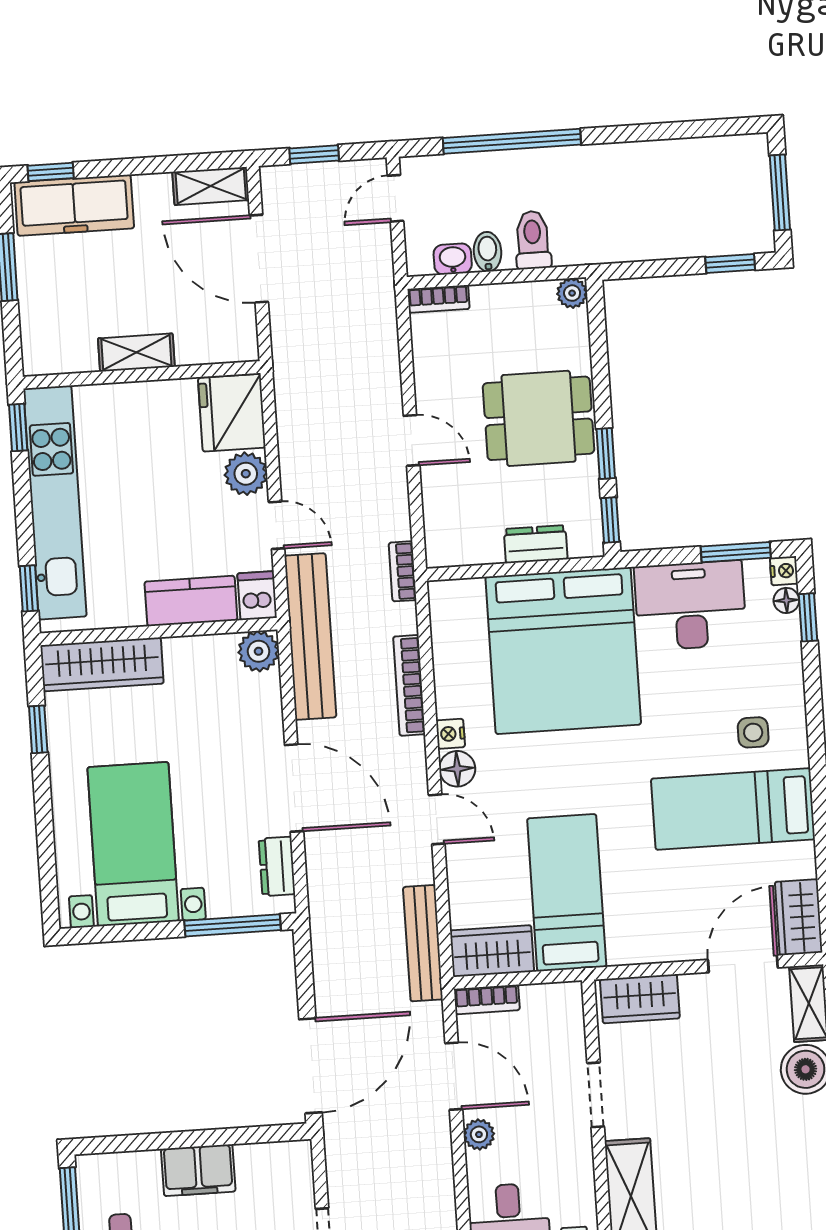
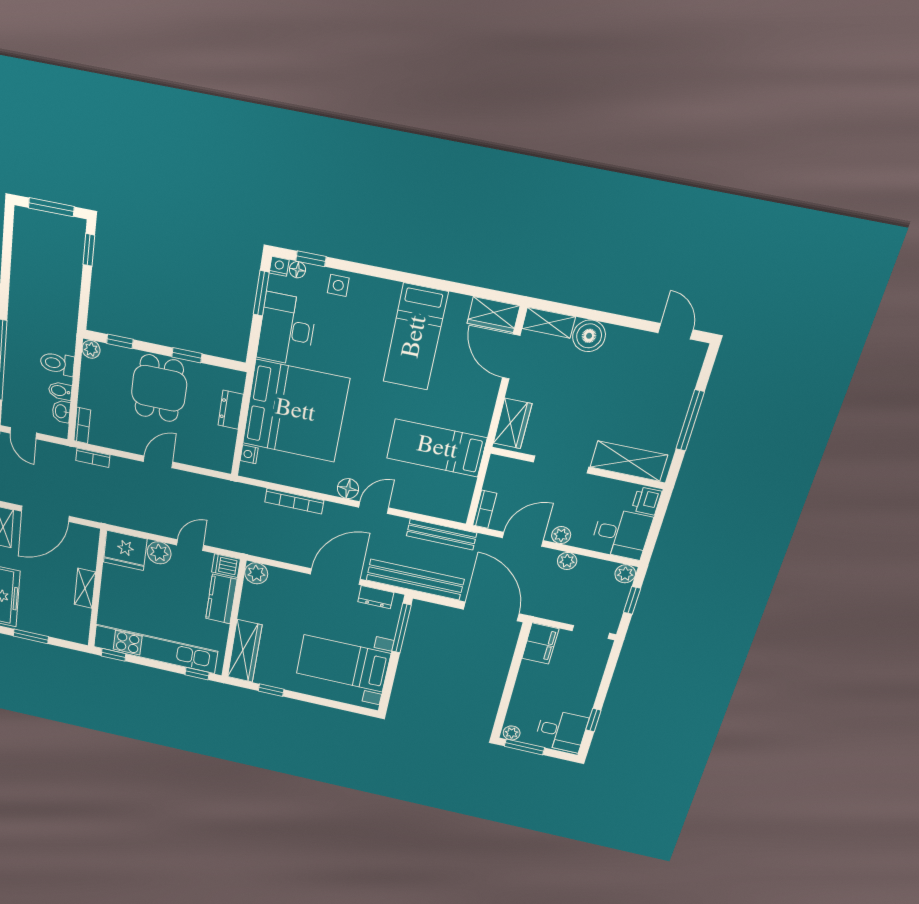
window: (610, 520) -> (120, 341), moved
bookcase: (403, 571) -> (93, 458), moved
bench: (310, 636) -> (415, 580), moved
side table: (753, 732) -> (338, 285), moved
nightstand: (450, 734) -> (249, 454), moved, turned 90
wardrobe: (492, 951) -> (458, 499), removed
doorway: (596, 1095) -> (561, 465), width x1.38
plant: (438, 1159) -> (567, 561), added
filing cabinet: (198, 1170) -> (540, 644), moved
plant: (90, 1173) -> (512, 733), added

